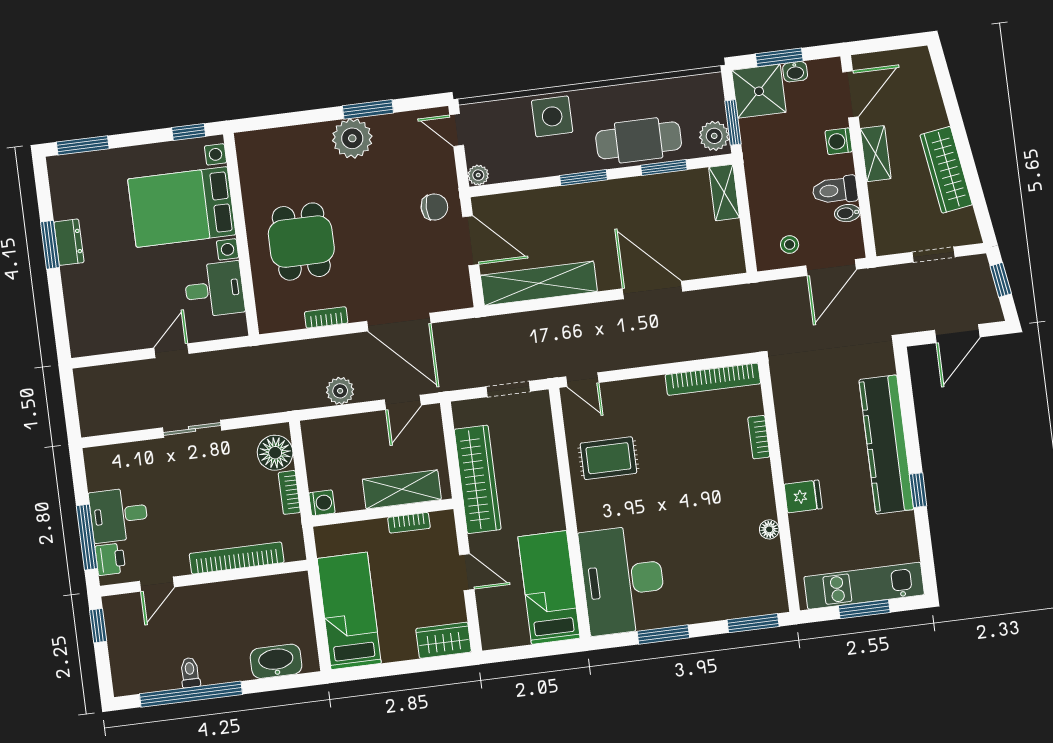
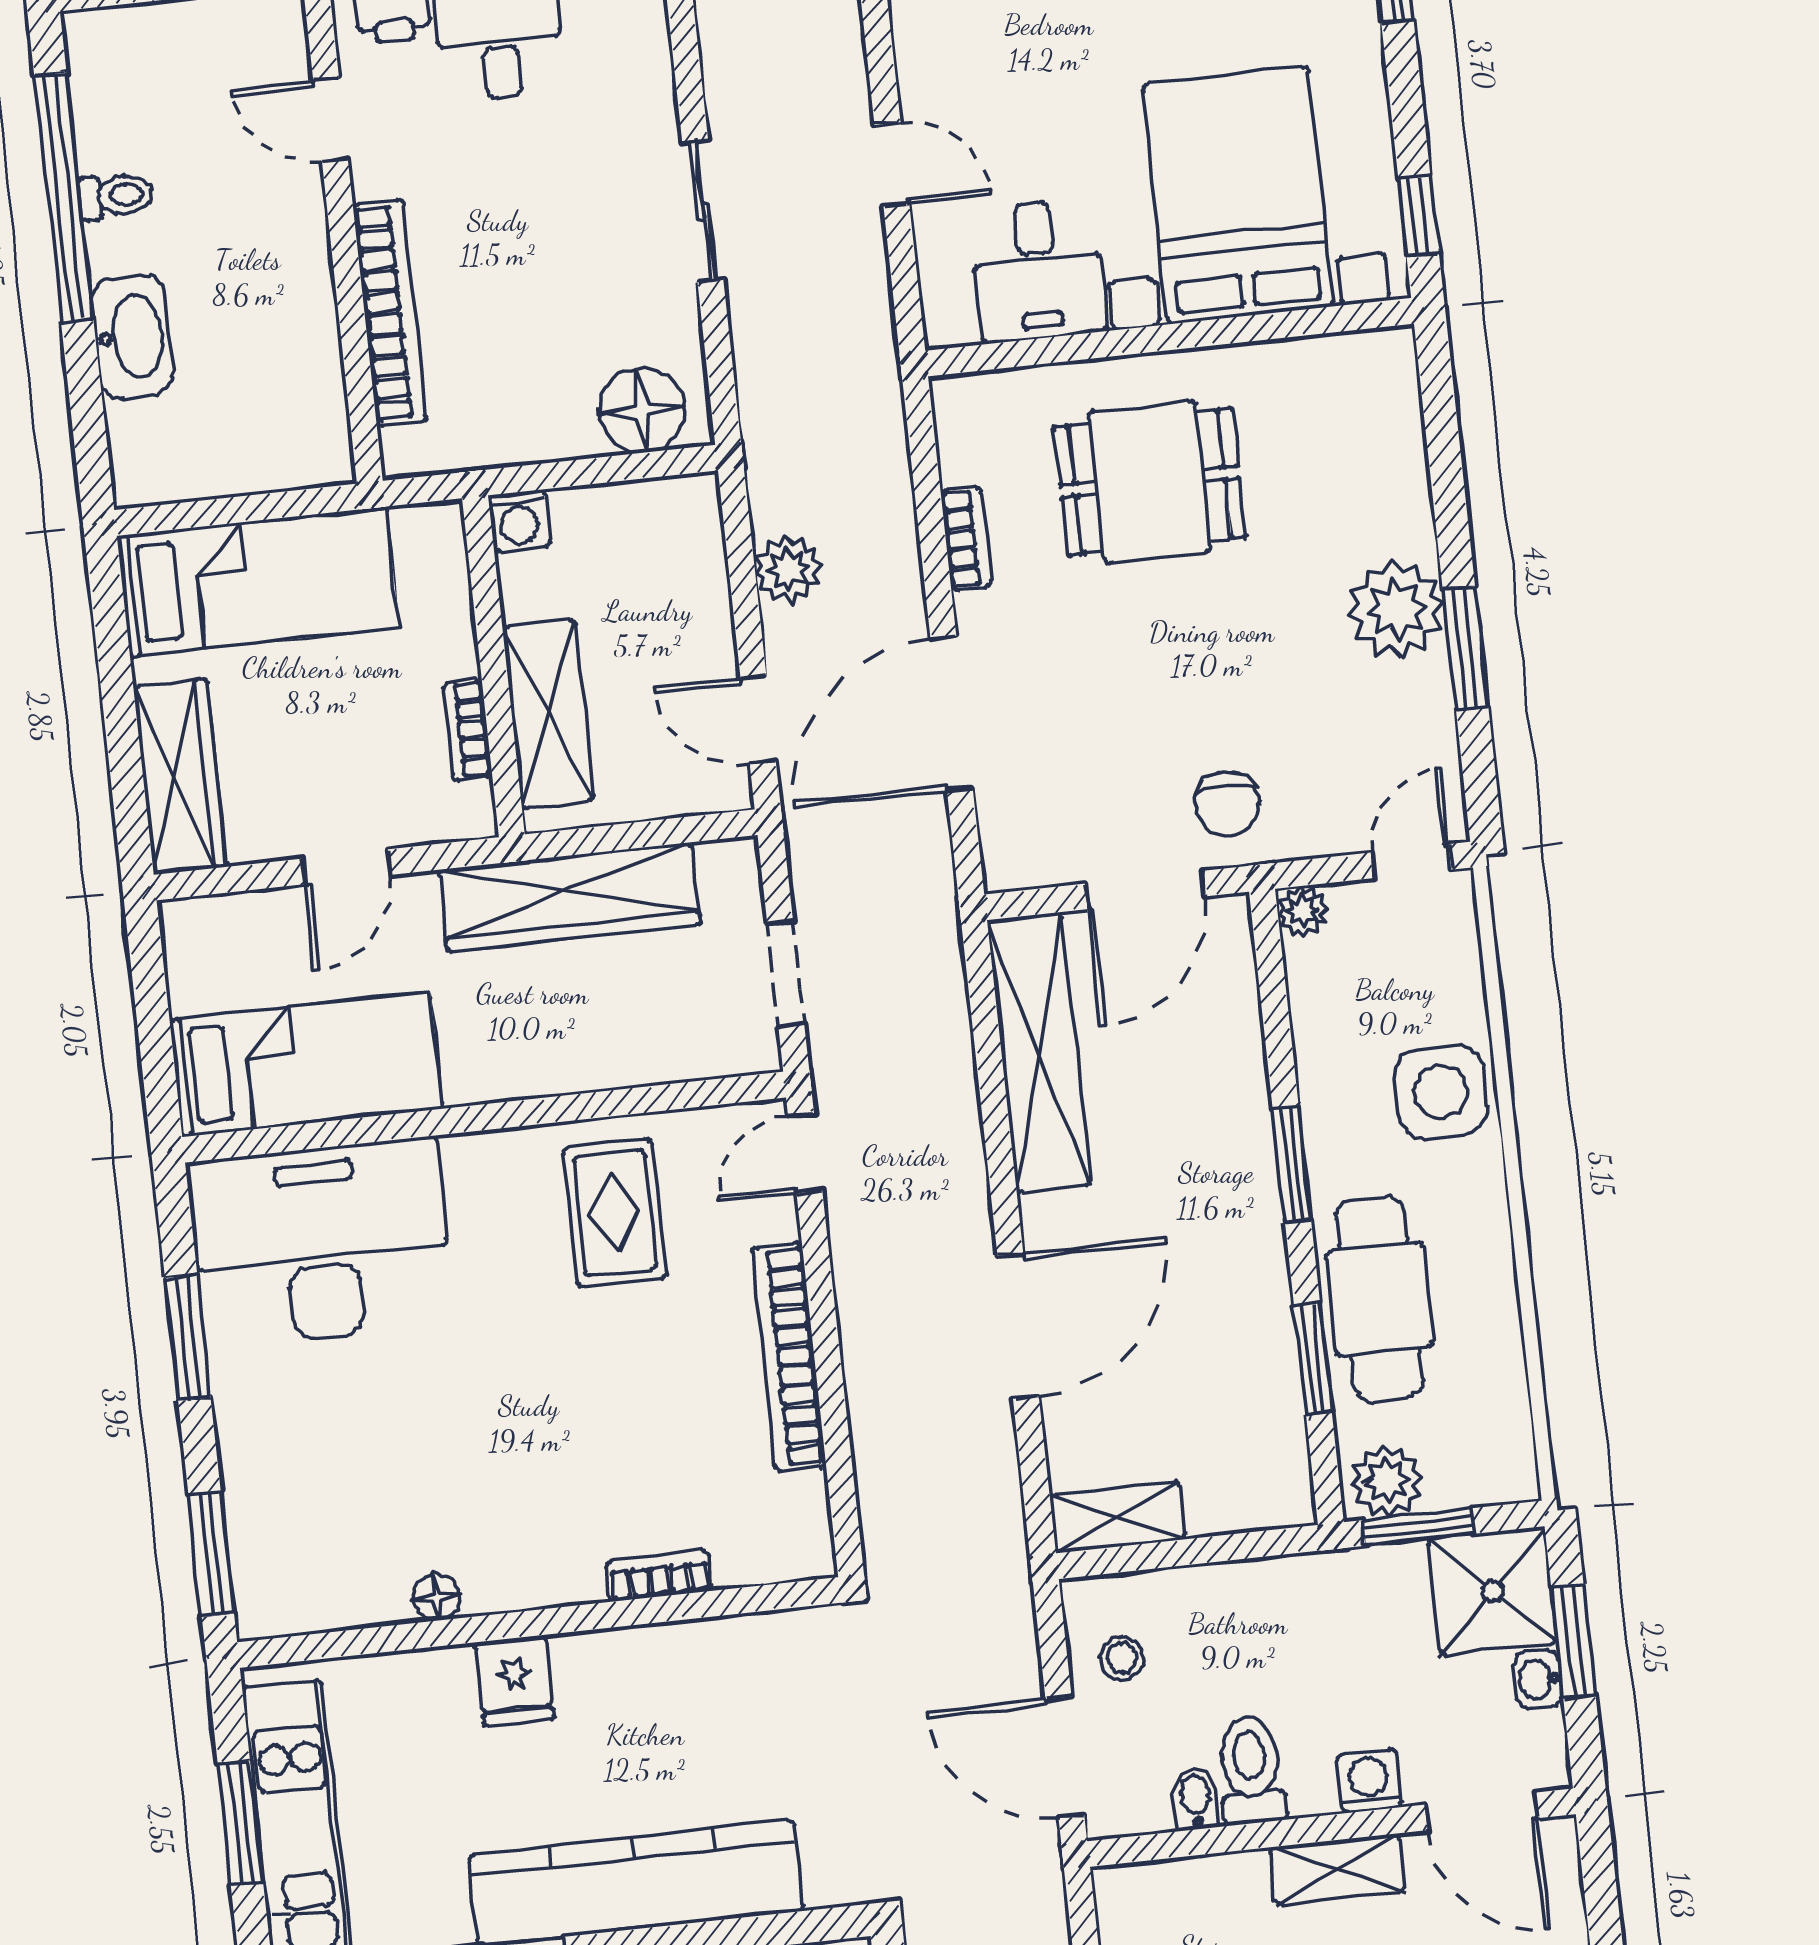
shelving: (724, 193) -> (1118, 1517), moved
bookcase: (713, 379) -> (789, 1357), moved
bookcase: (289, 492) -> (546, 443), removed
wardrobe: (444, 640) -> (180, 777), width x1.50
washbasin: (276, 661) -> (132, 337), moved

